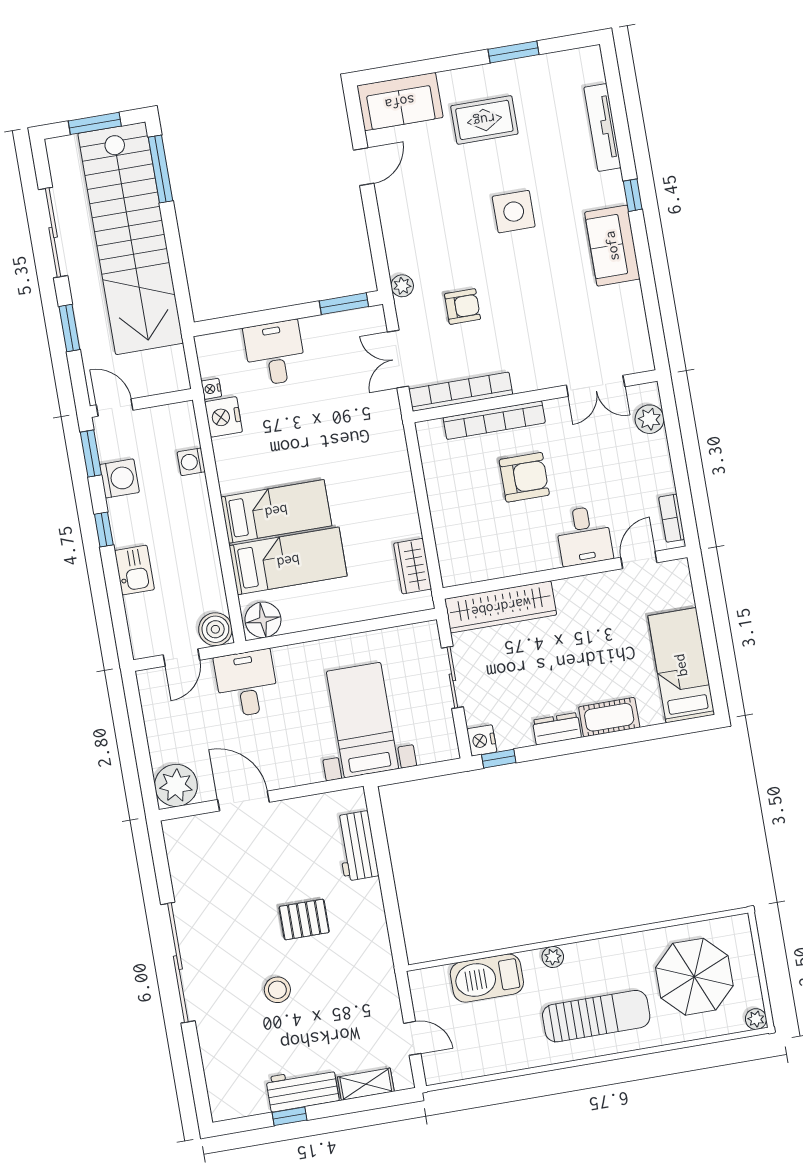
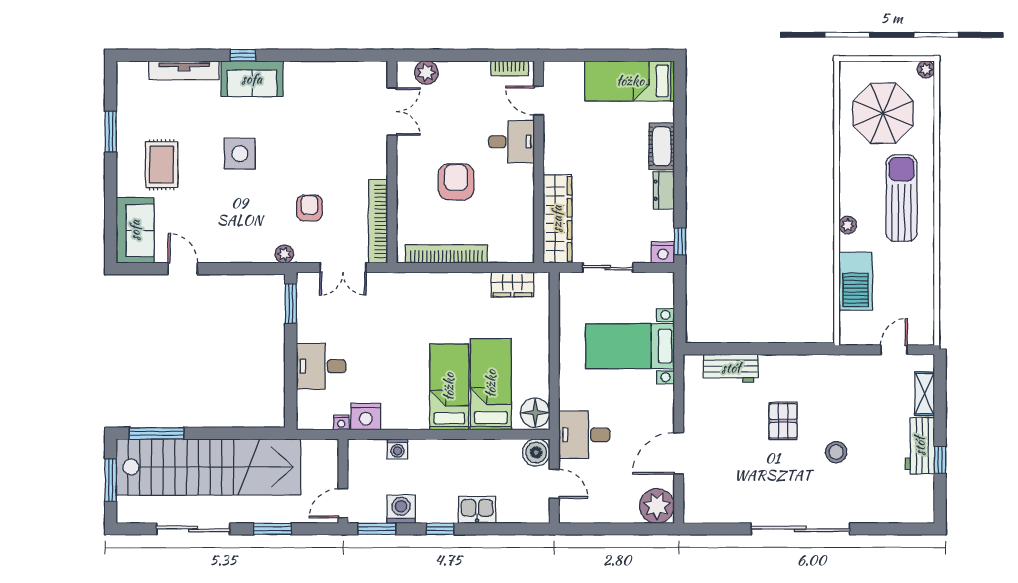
sofa: (612, 246) -> (252, 79), moved
bookcase: (494, 420) -> (446, 254), moved, turned -90

